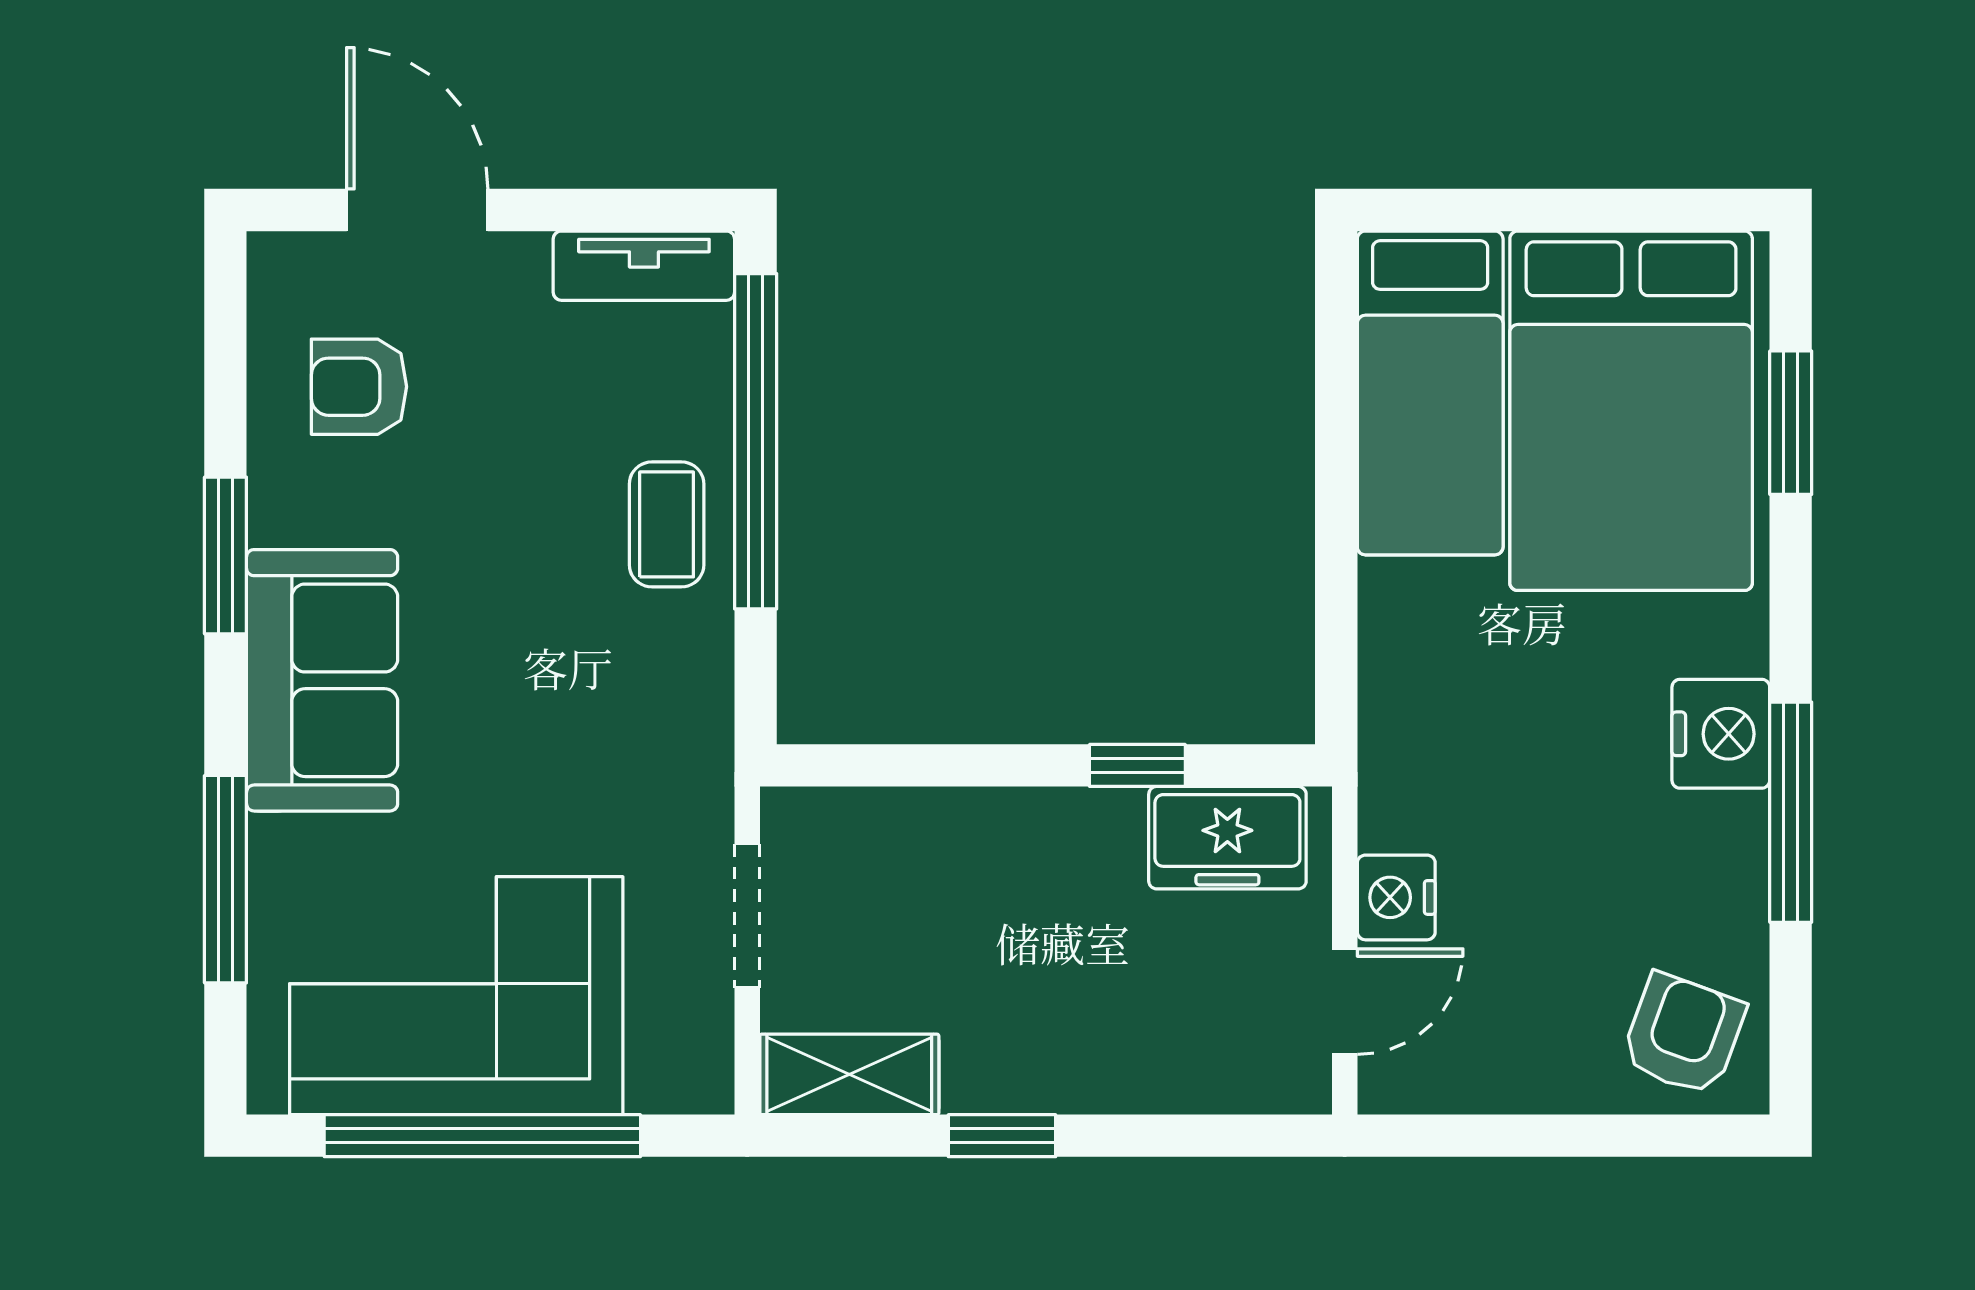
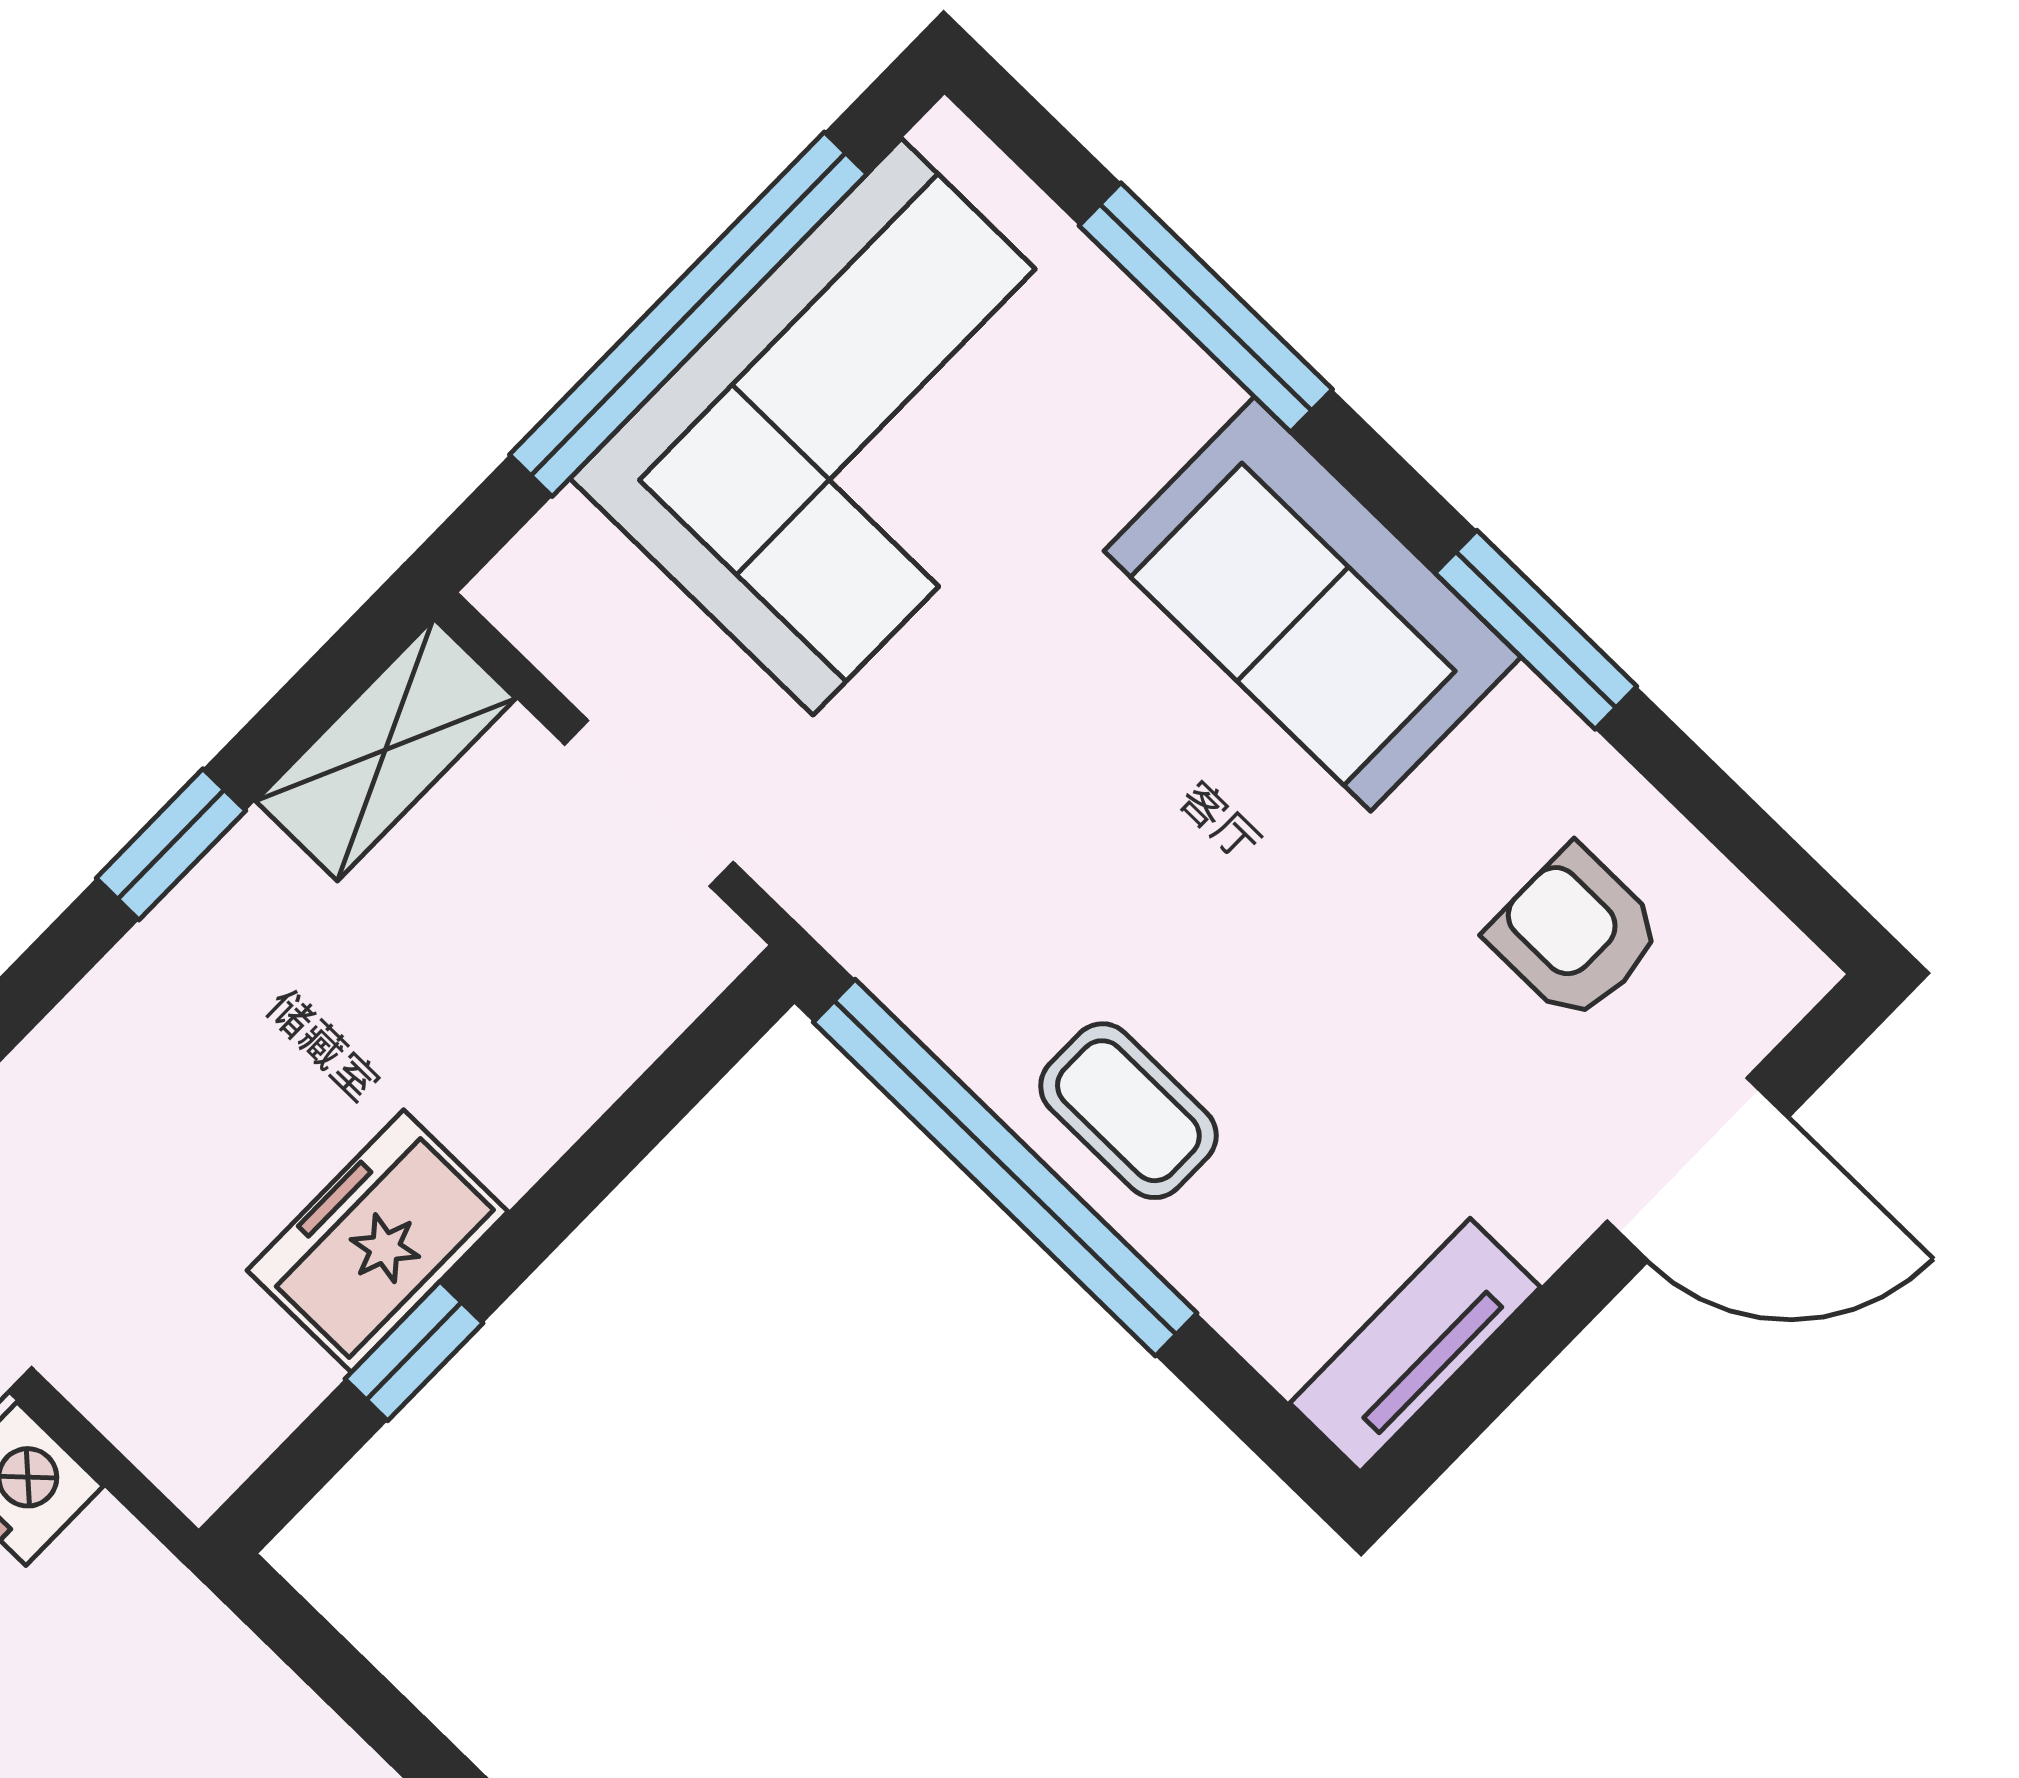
armchair: (359, 387) -> (1575, 934), turned -90
window: (756, 441) -> (1005, 1168), moved
freezer: (1227, 838) -> (377, 1241), moved

